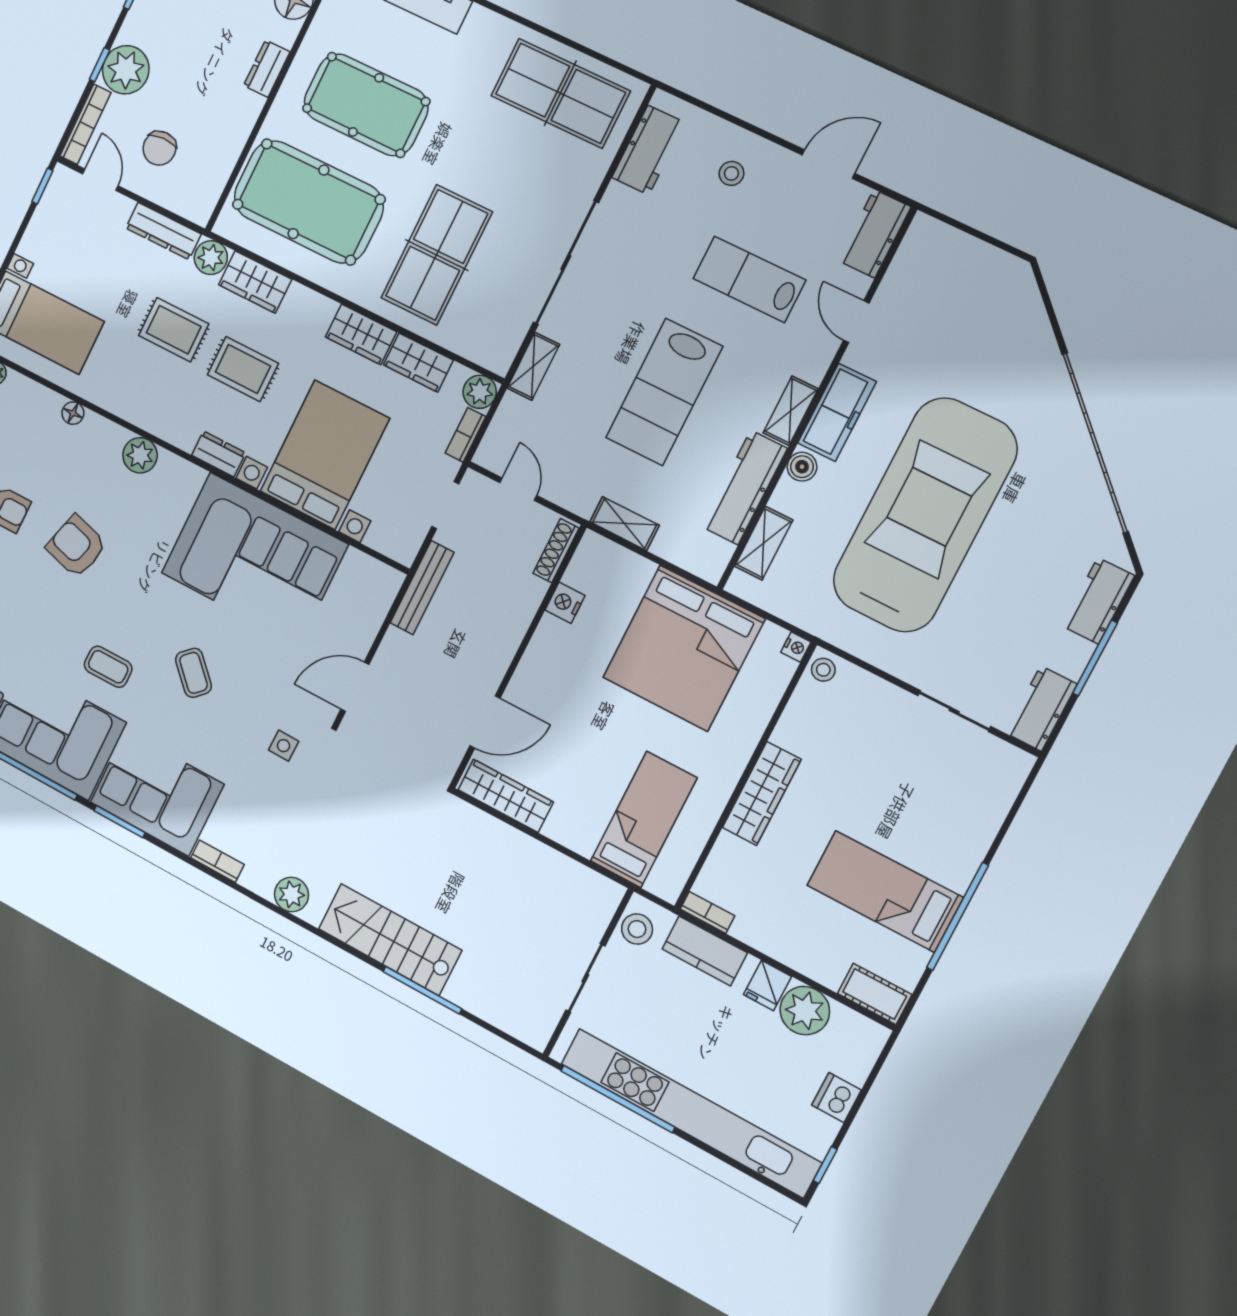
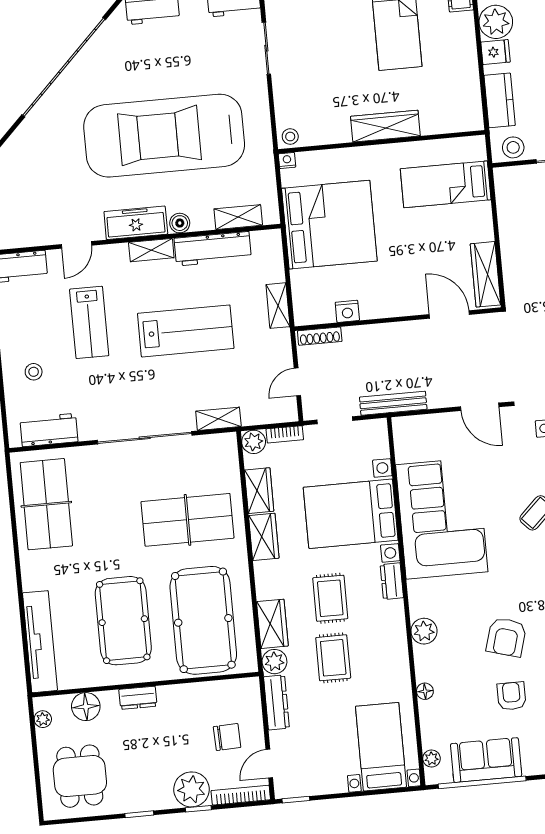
bookcase: (707, 912) -> (476, 113), removed

